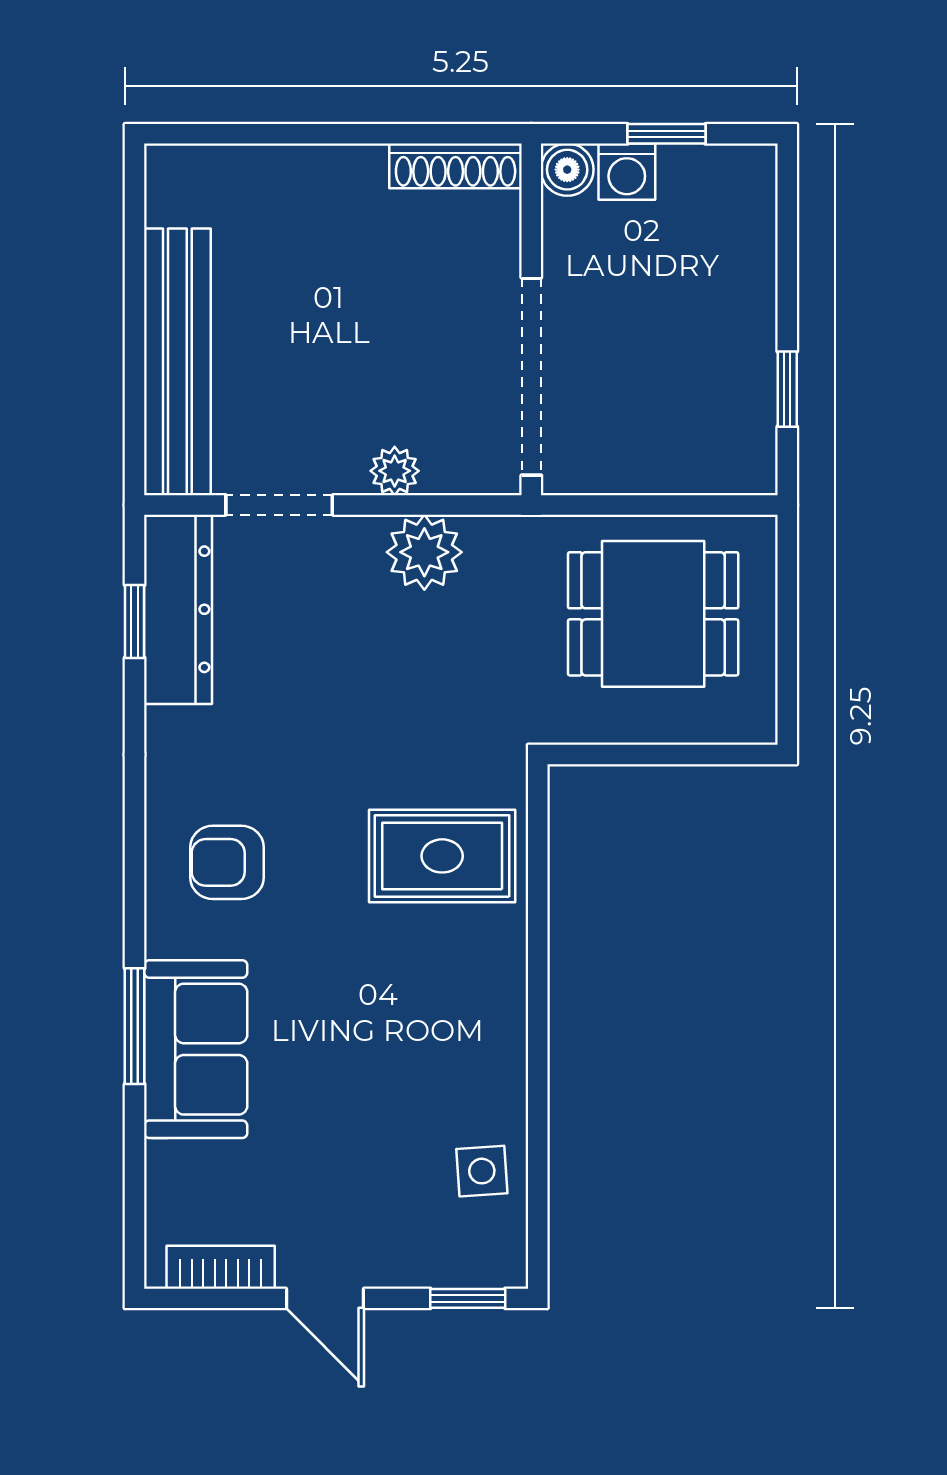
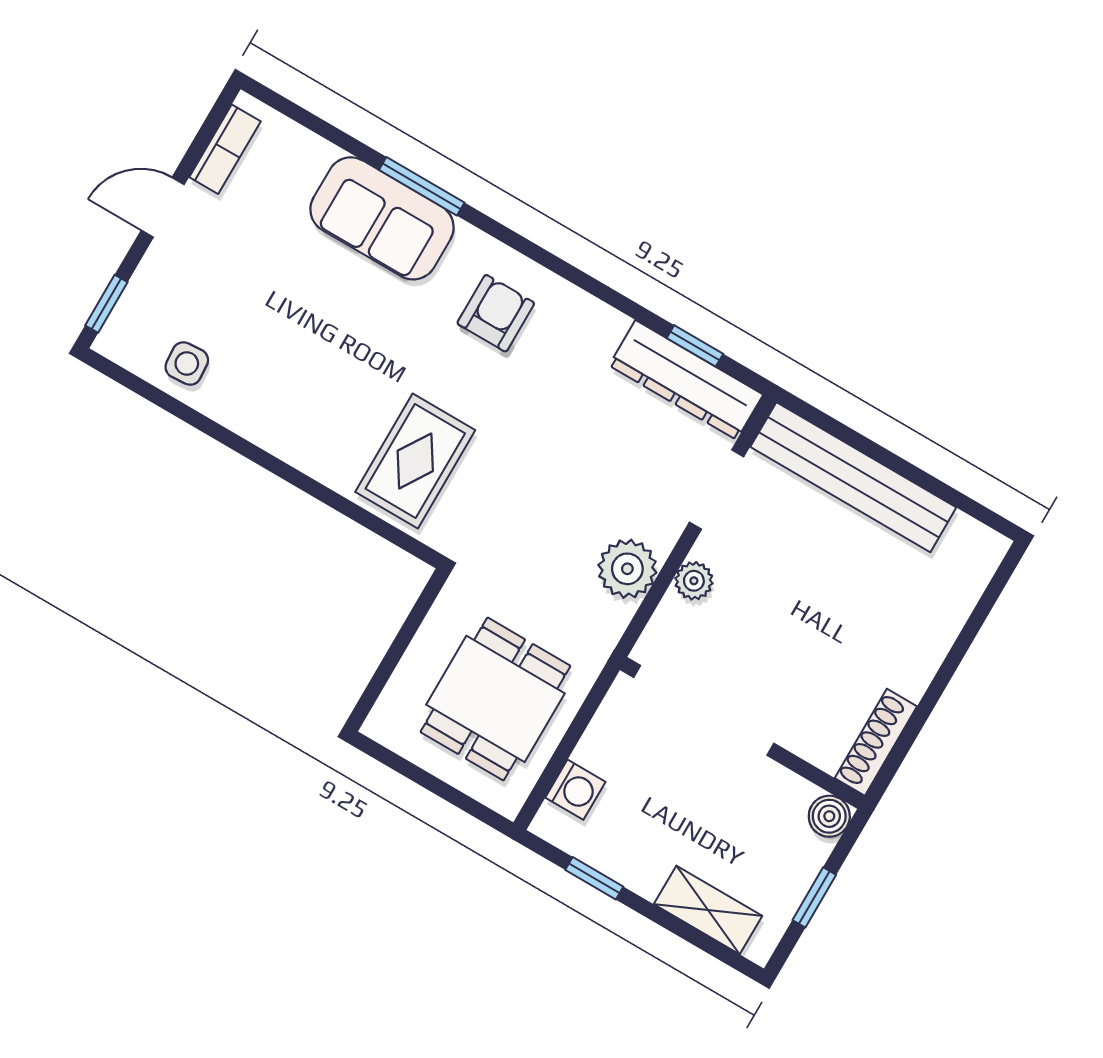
washing machine: (627, 172) -> (575, 790), moved, turned 180
shelving: (749, 243) -> (708, 910), added

